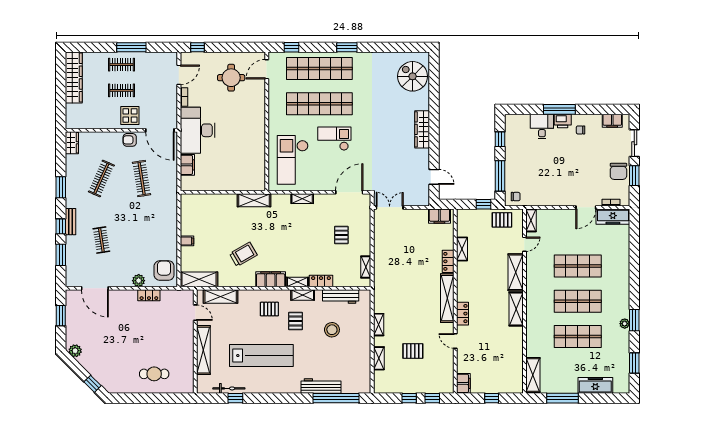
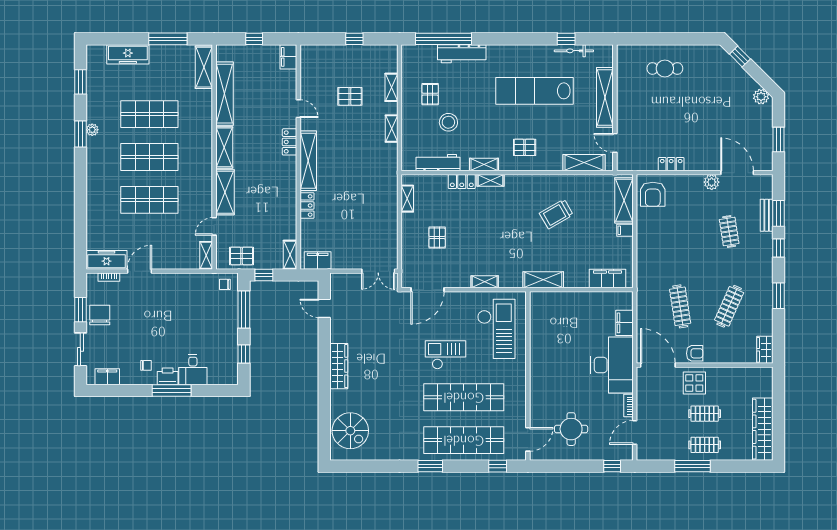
checkout: (334, 139) -> (445, 355), turned 180
bench: (71, 222) -> (767, 215), moved
shelving: (462, 249) -> (290, 255), moved
shelving: (199, 279) -> (624, 200), moved, turned 90
filing cabinet: (271, 279) -> (607, 279), moved, turned 180
plant: (139, 281) -> (712, 182), moved
pallet: (296, 321) -> (430, 94), moved
shelving: (516, 353) -> (225, 94), added
window: (432, 398) -> (326, 39), removed

